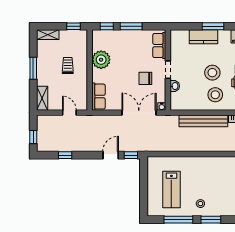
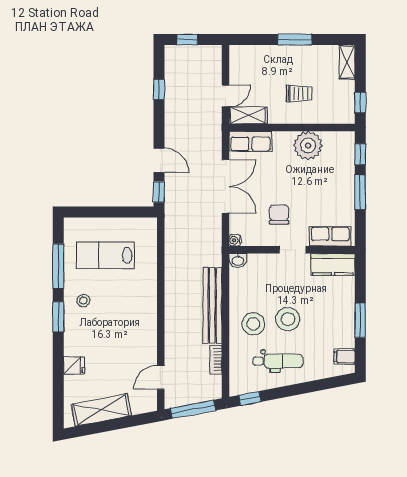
kitchen counter: (204, 37) -> (333, 264), moved, turned -90
washbasin: (175, 86) -> (238, 261), moved
shelving: (42, 98) -> (248, 115), moved
double door: (139, 113) -> (225, 186), moved

